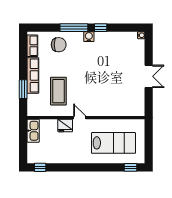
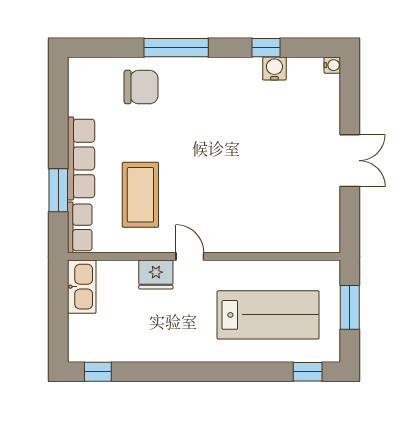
window: (101, 28) -> (266, 48), moved
water cooler: (89, 37) -> (274, 69), moved
row of seats: (32, 46) -> (80, 227), moved
window: (149, 140) -> (350, 307), added

